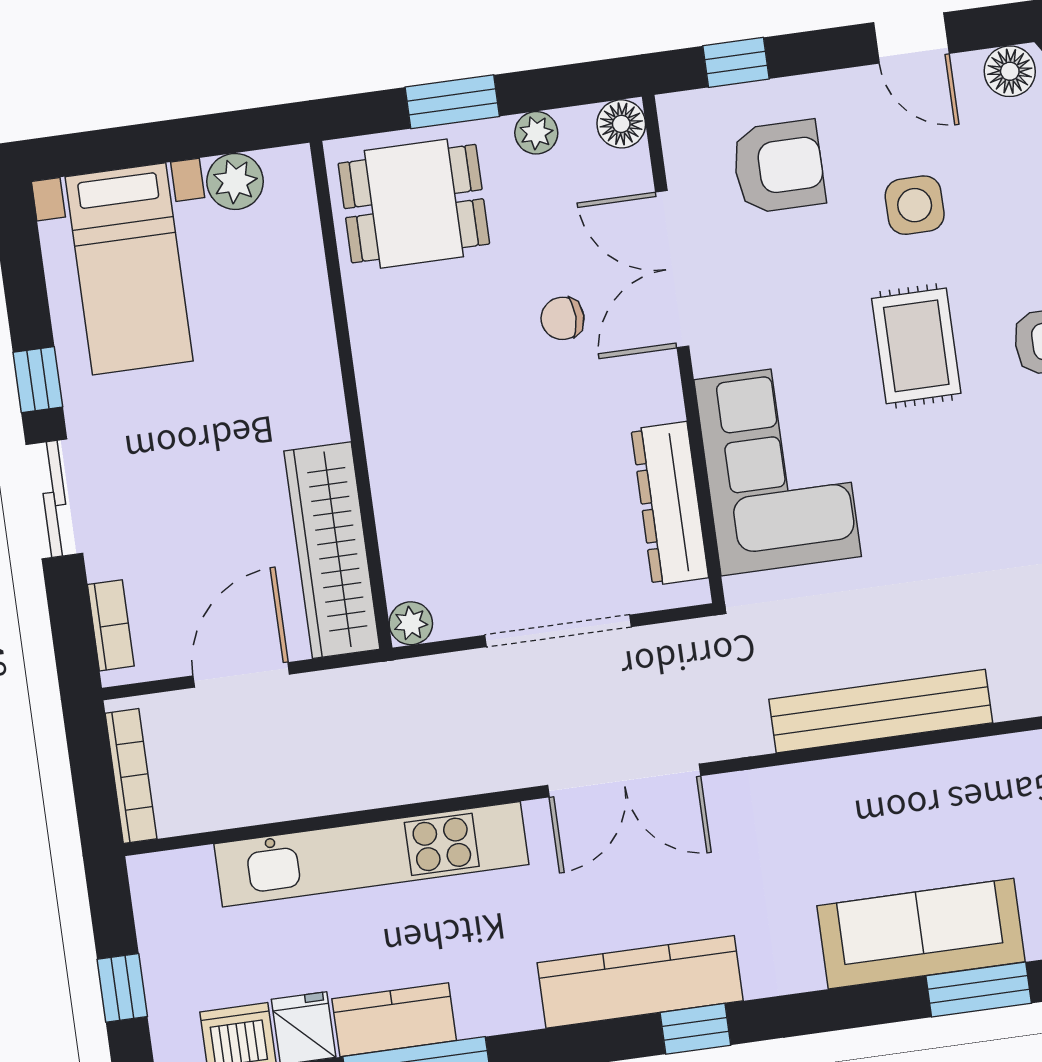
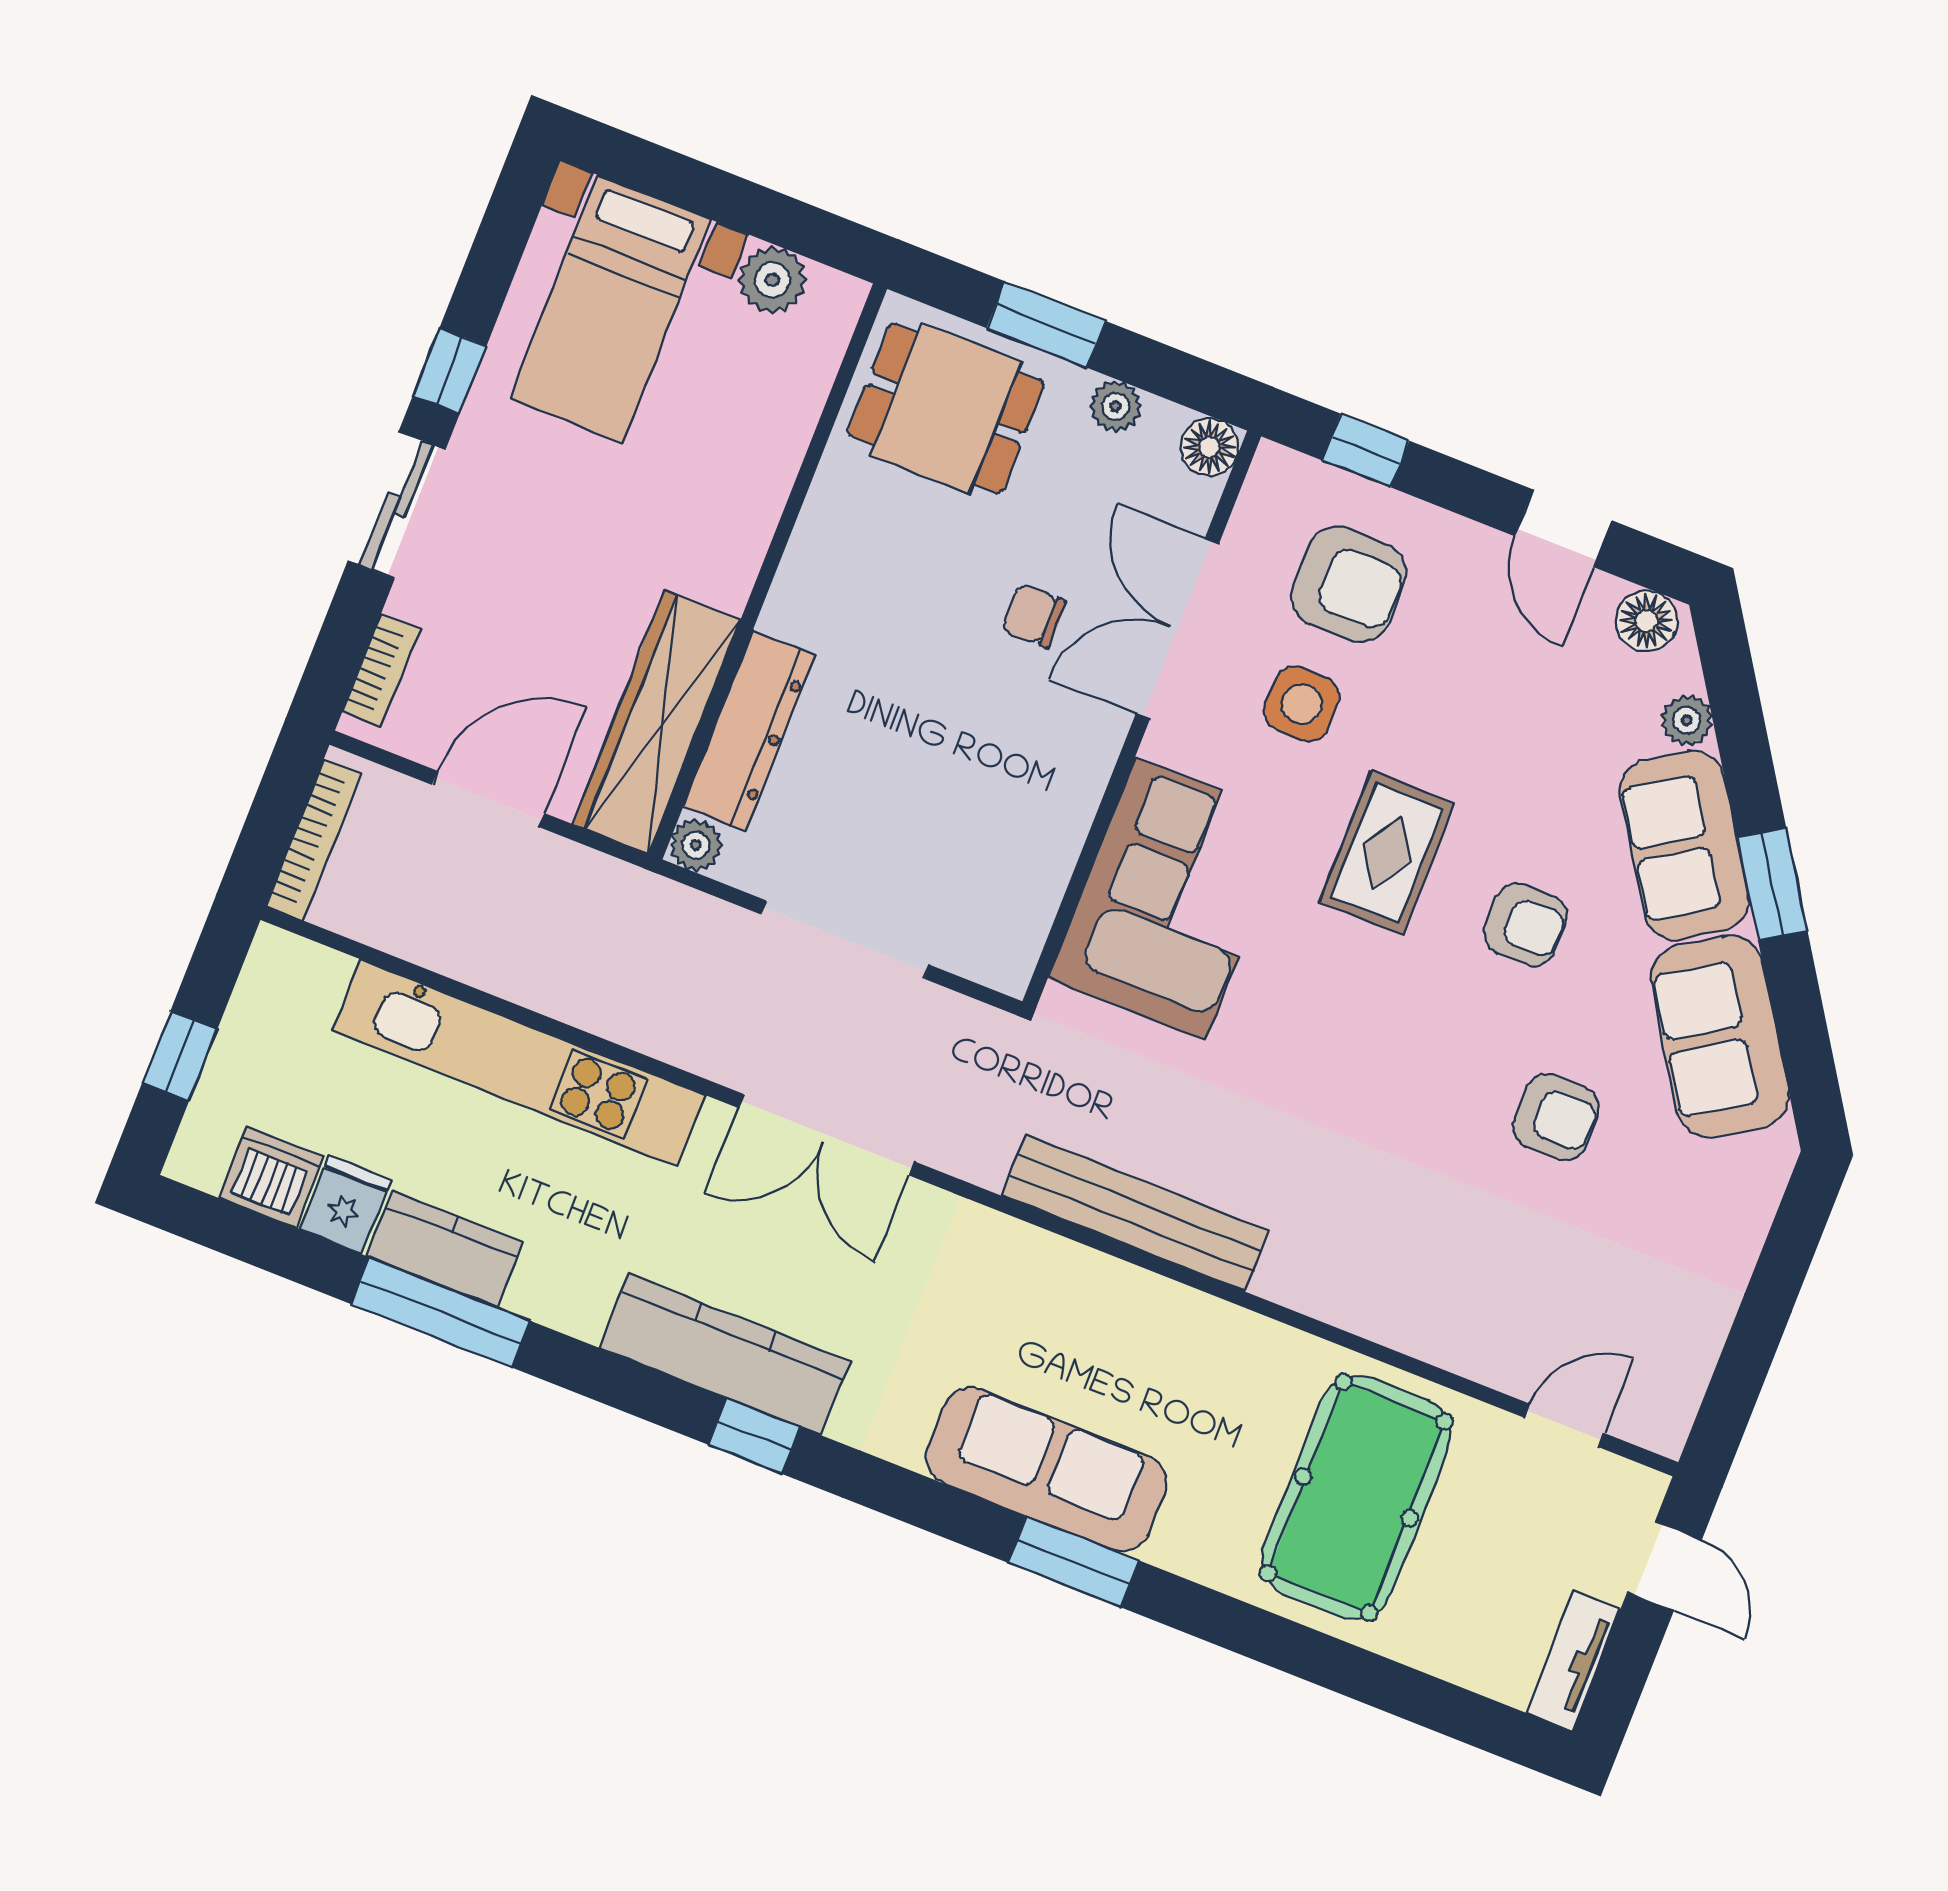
side table: (915, 205) -> (1302, 704), moved
dresser: (670, 503) -> (749, 731), moved, turned 180

